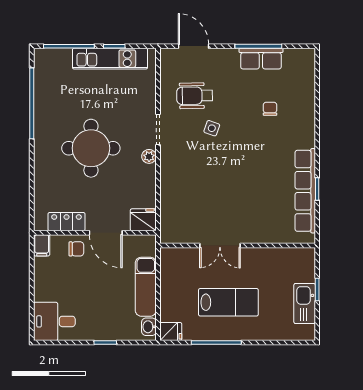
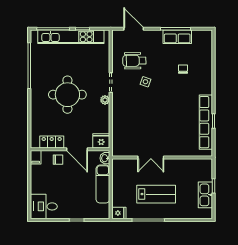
kitchen unit: (110, 59) -> (71, 37), width x1.36
washbasin: (149, 327) -> (105, 158), moved

